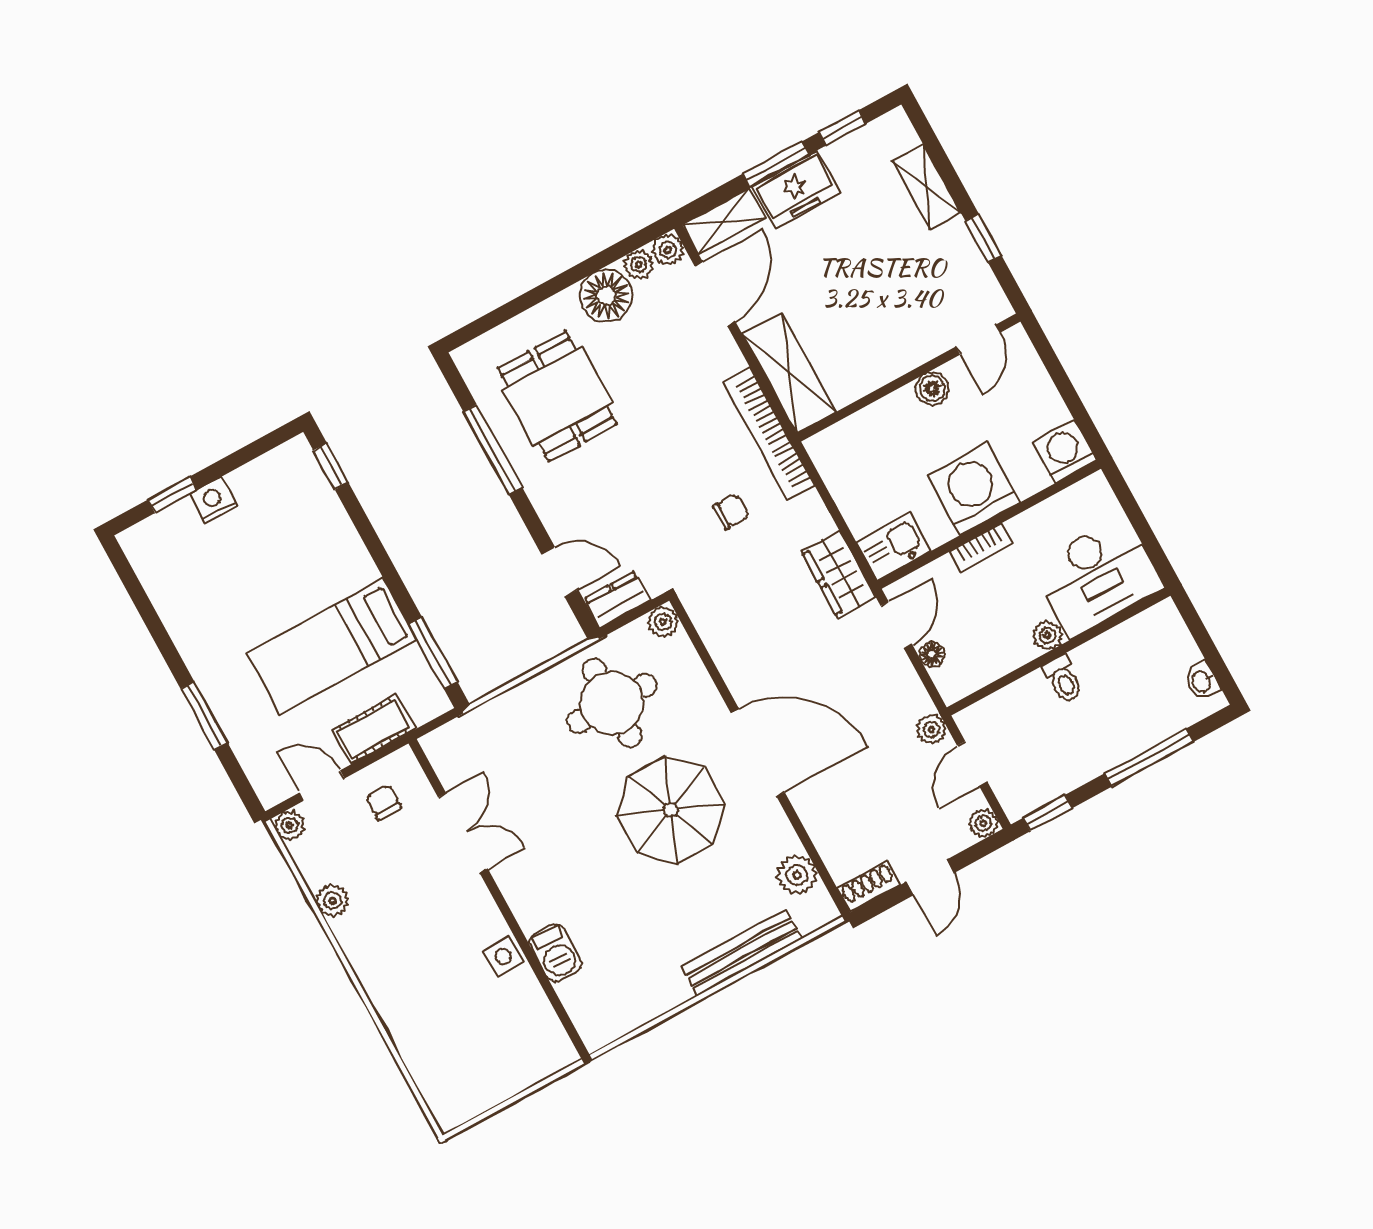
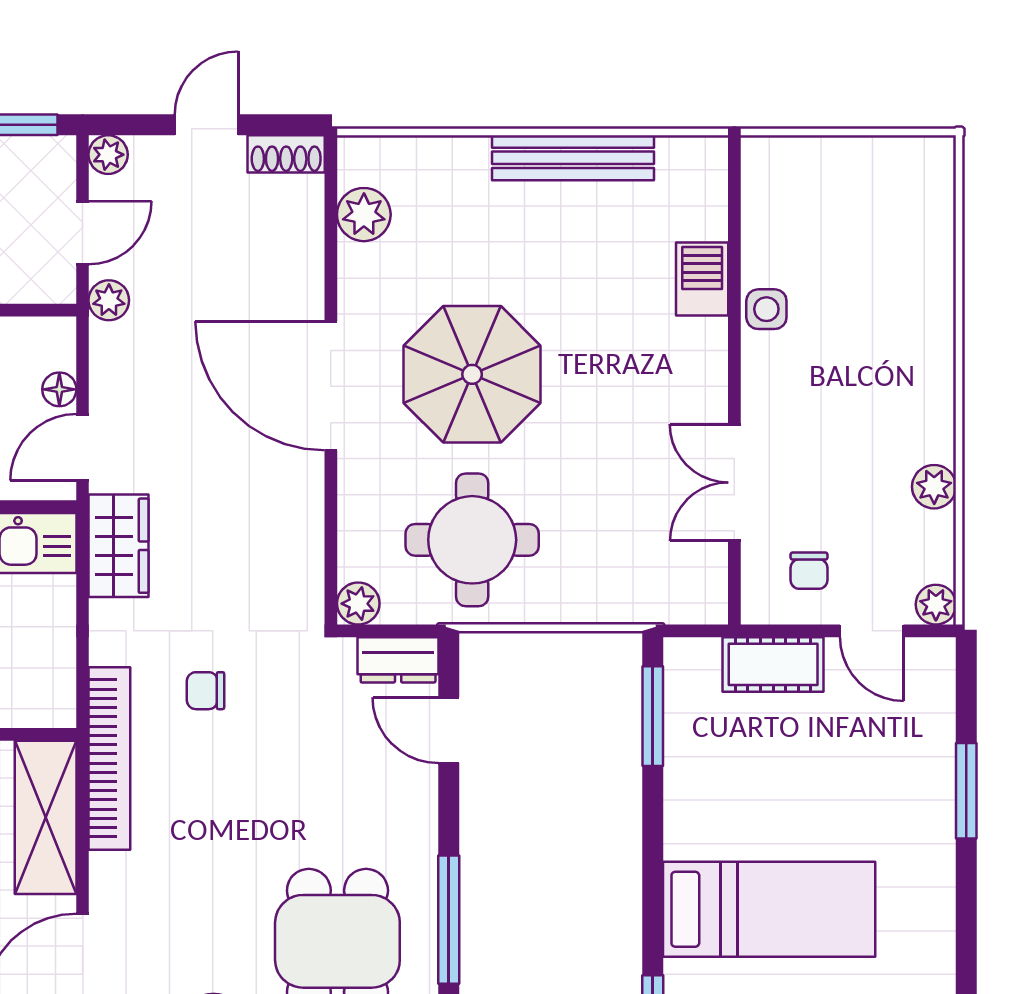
bed: (332, 646) -> (769, 909), moved
bench: (742, 953) -> (573, 158), moved

